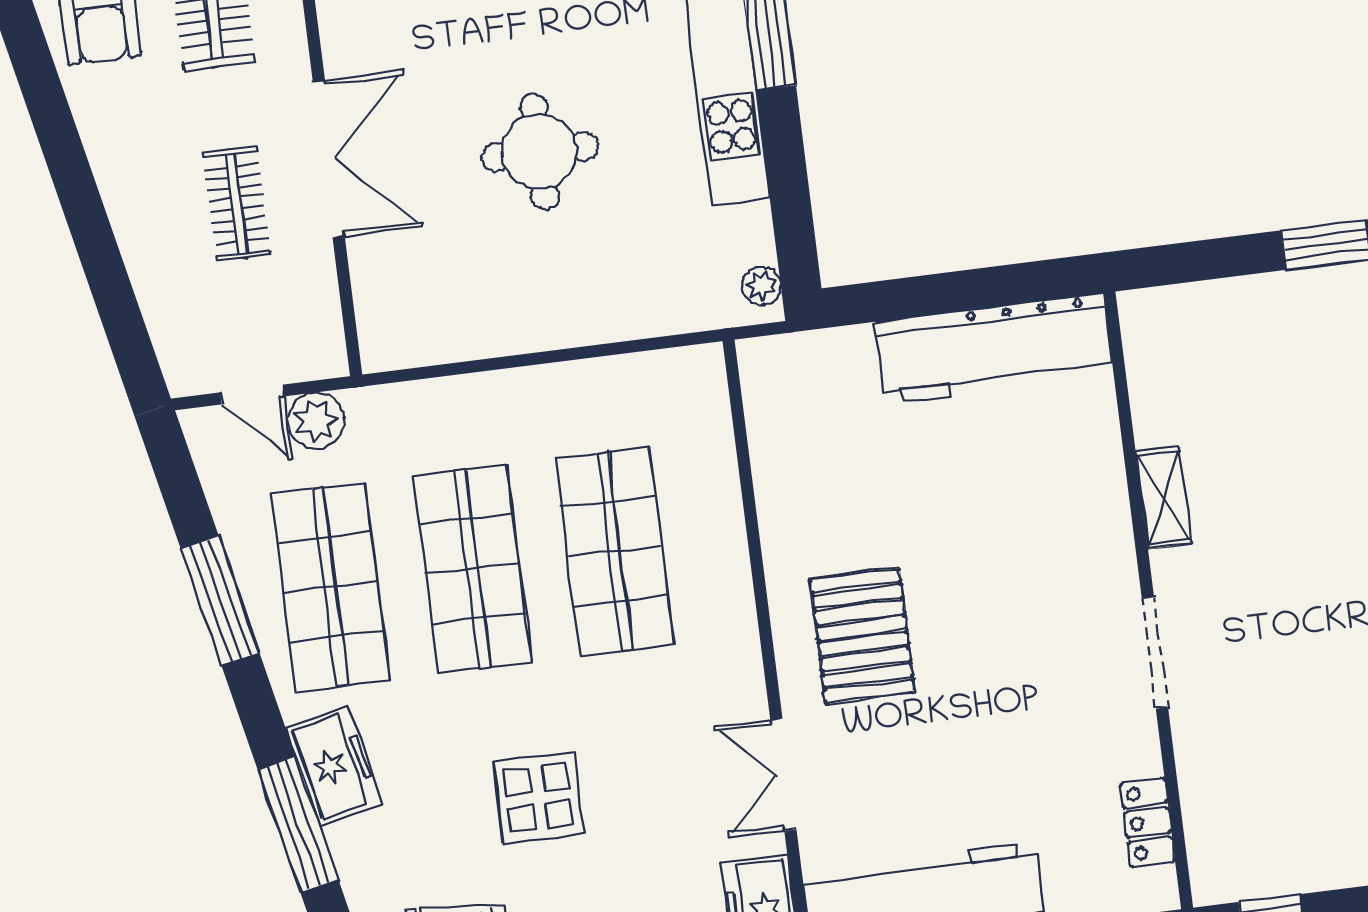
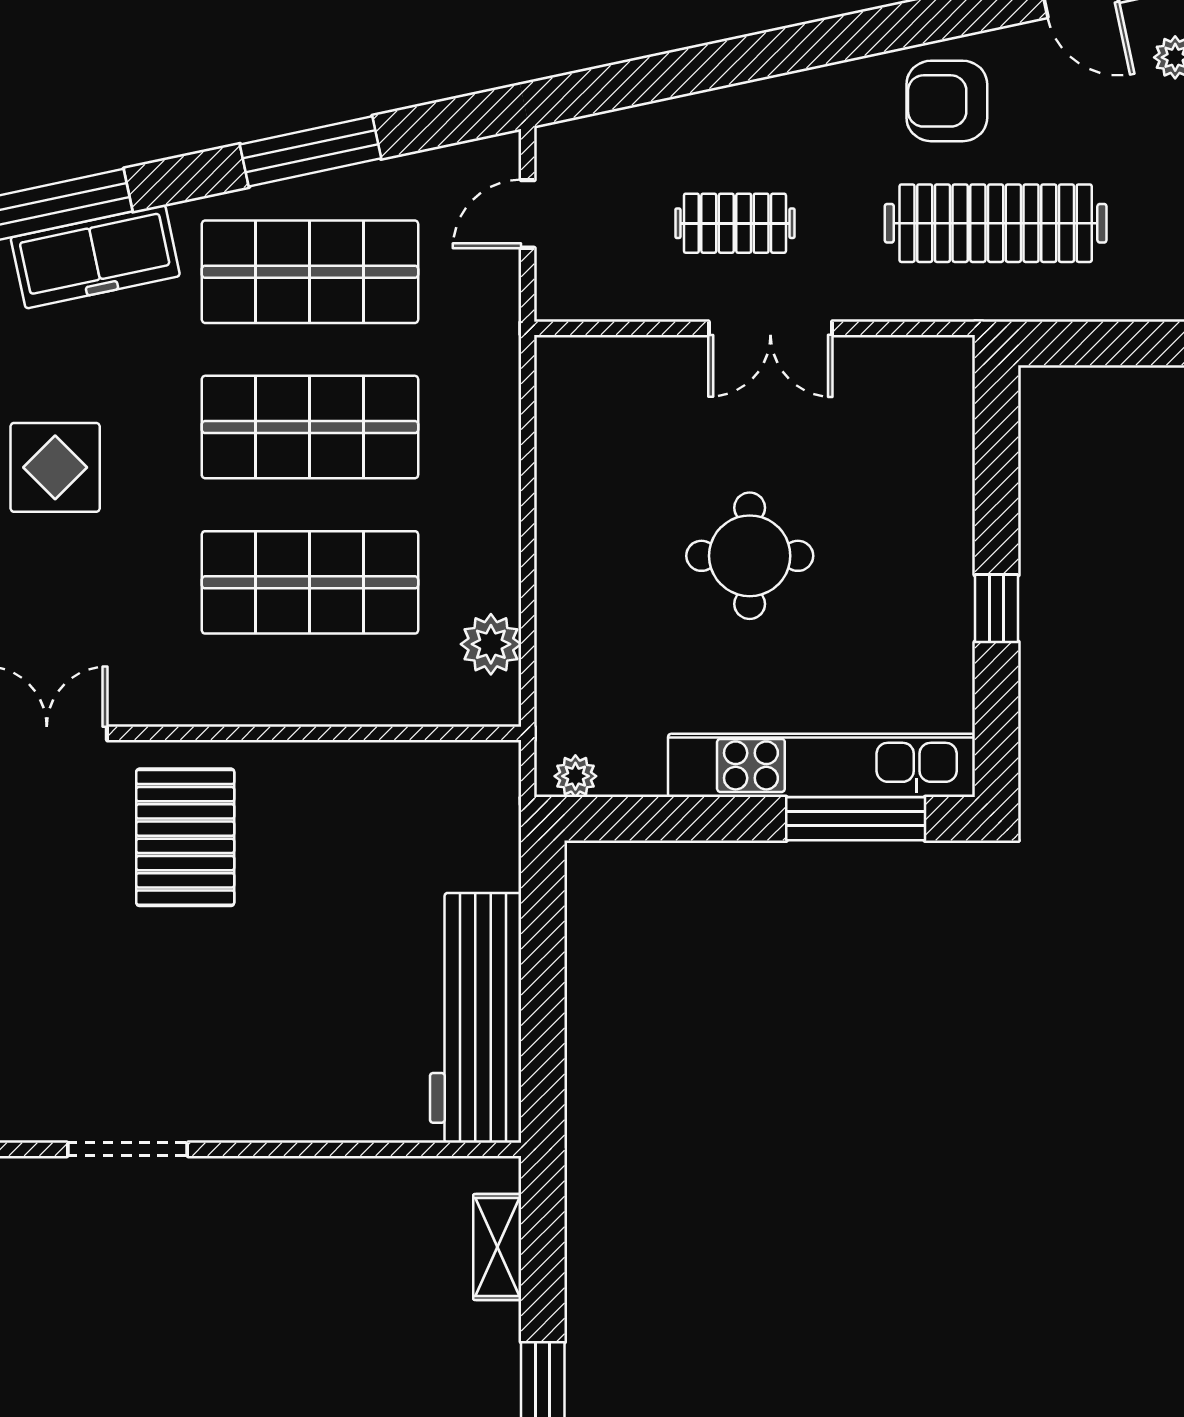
double door: (329, 159) -> (770, 328), width x0.73
plant: (316, 421) -> (491, 644), moved
shelving: (1164, 498) -> (497, 1247), moved, turned 90
pallet: (862, 636) -> (185, 837), turned 90
freezer: (334, 766) -> (95, 257), width x1.40

